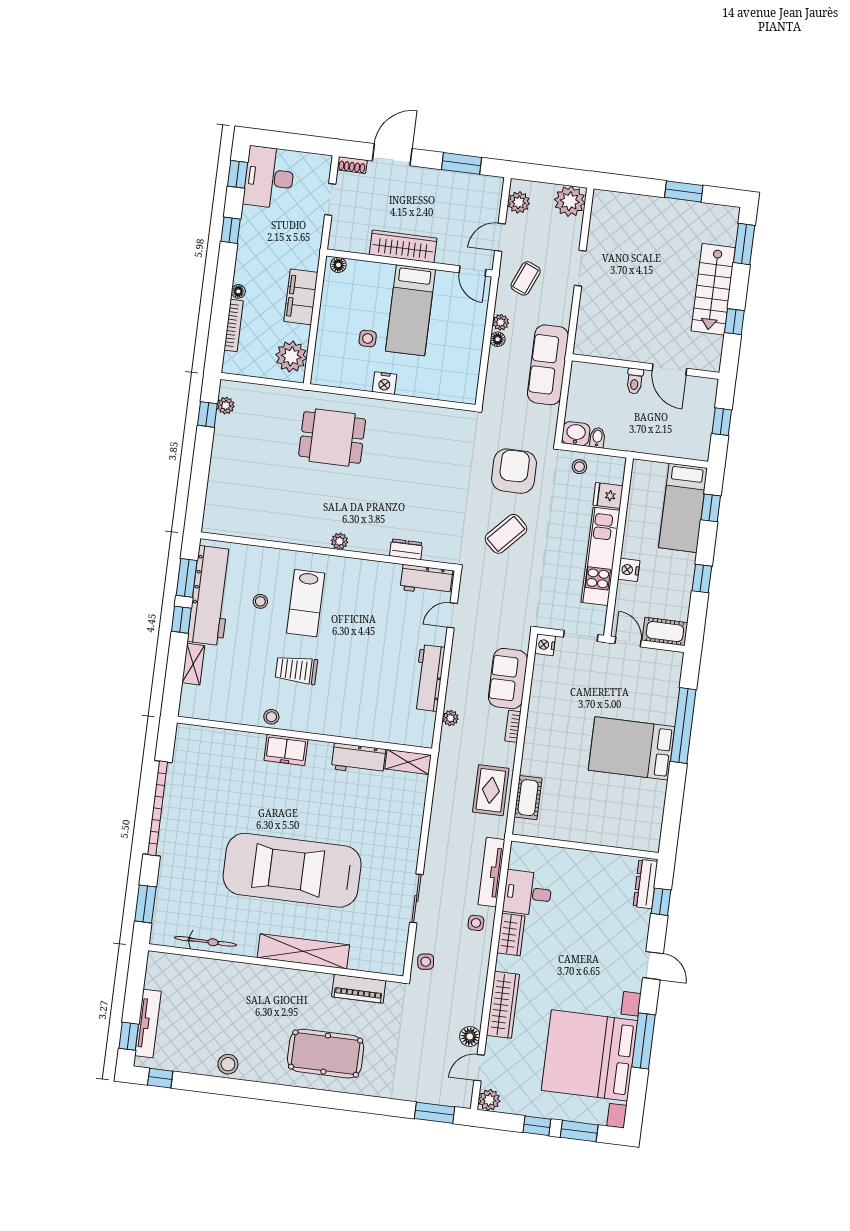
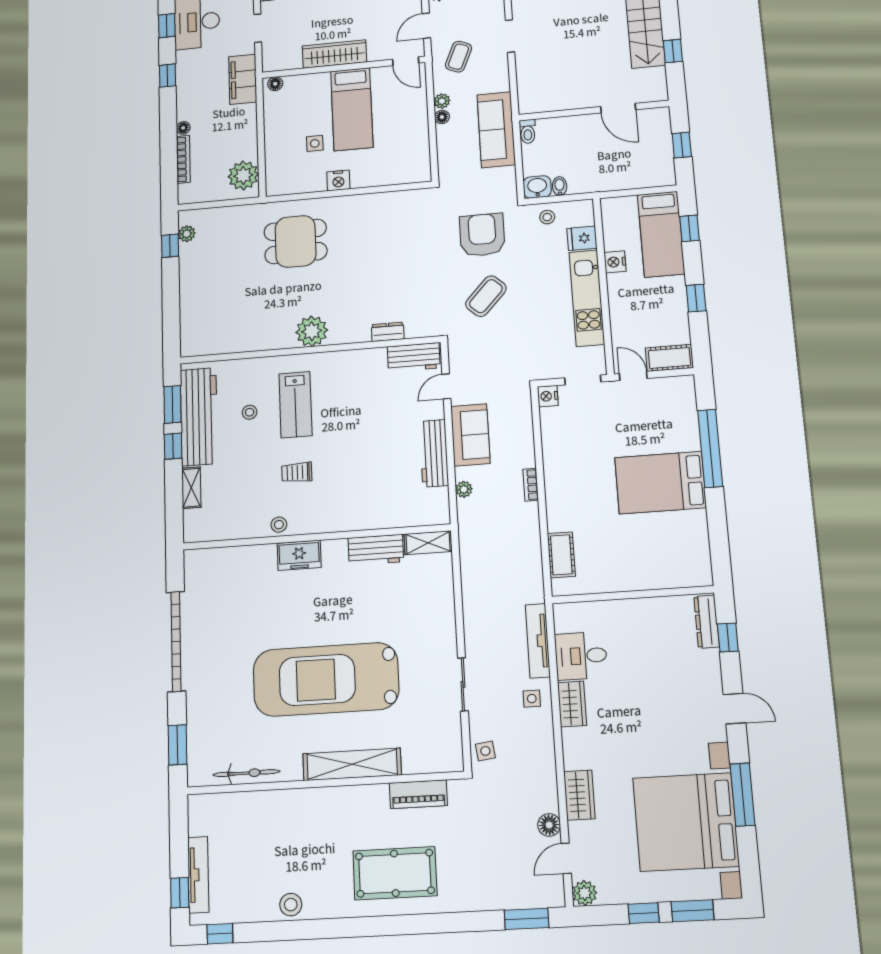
filing cabinet: (301, 297) -> (243, 79), moved
toilet: (635, 381) -> (528, 132), moved
plant: (340, 541) -> (312, 331), width x1.88, depth x1.88
nightstand: (629, 570) -> (615, 262), moved
trolley: (296, 670) -> (297, 472), width x0.73, depth x0.72
sofa: (508, 679) -> (470, 435), moved, turned 180
rug: (491, 790) -> (520, 555), removed
wardrobe: (503, 1005) -> (579, 795), width x0.67

